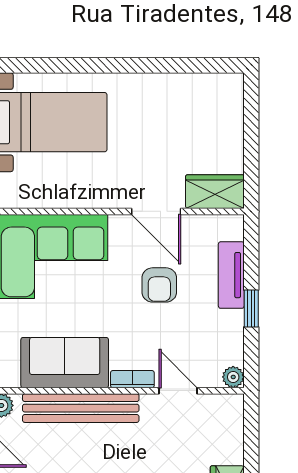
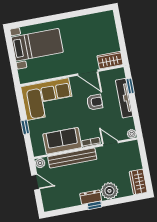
tv unit: (231, 275) -> (124, 98), width x1.41
armchair: (159, 285) -> (95, 102), turned -90
window: (251, 309) -> (130, 86), moved

